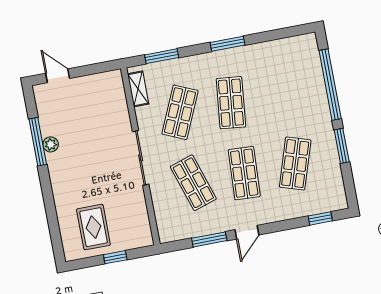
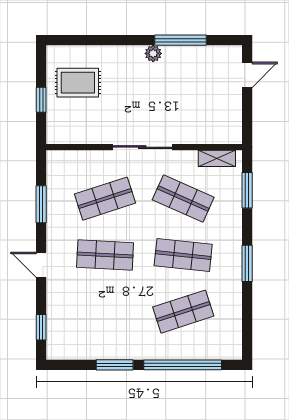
plant: (51, 144) -> (153, 53), moved
shop shelf: (295, 164) -> (183, 312), moved, turned -36
door: (247, 232) -> (41, 265), moved

